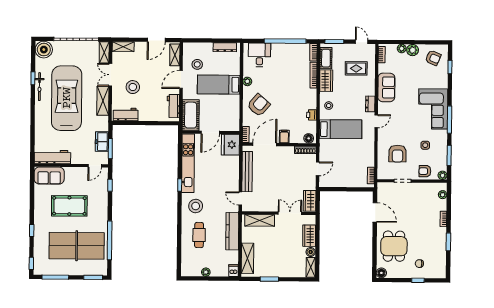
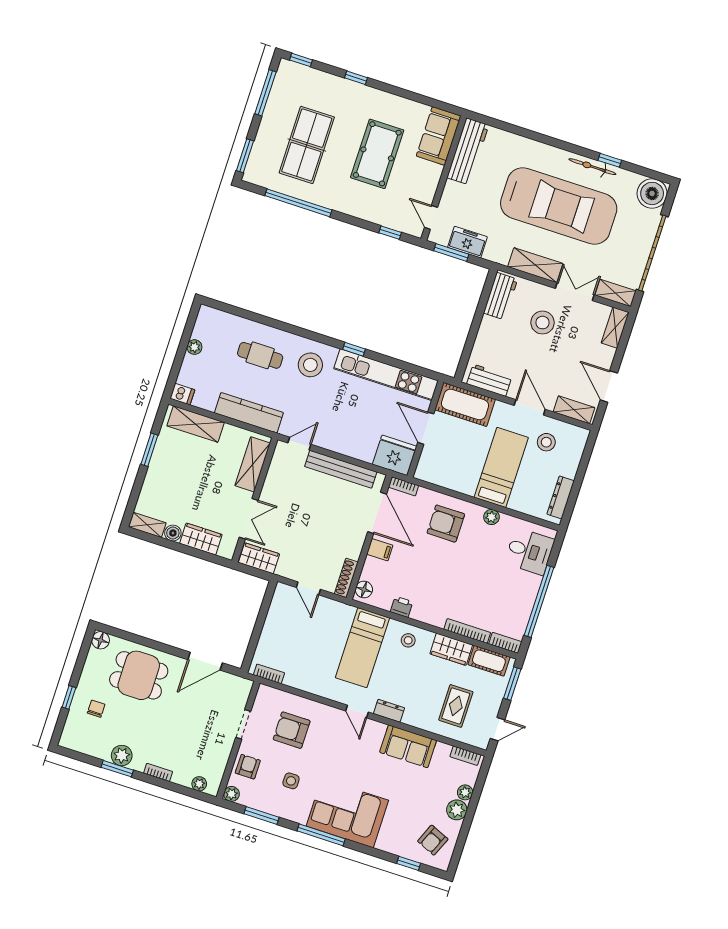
armchair: (259, 105) -> (446, 524), turned 139
plant: (440, 242) -> (122, 755), added
table tennis table: (77, 246) -> (307, 145), width x0.73, depth x0.76

